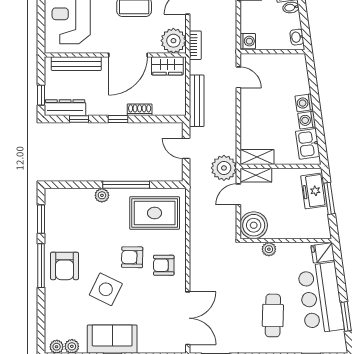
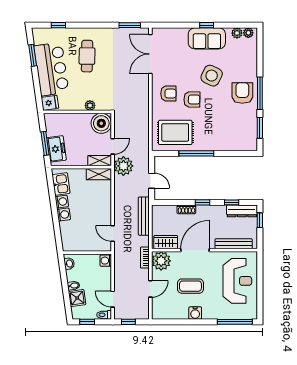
plant: (102, 195) -> (214, 146), removed

